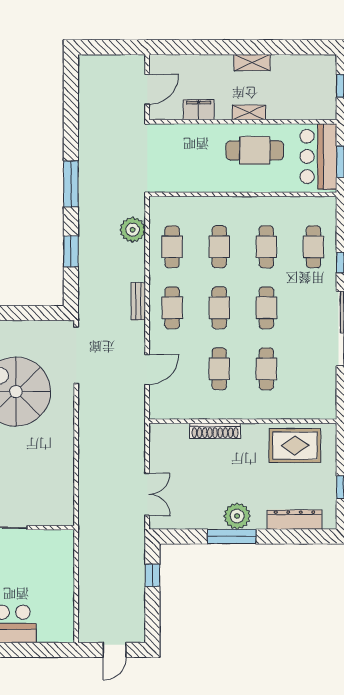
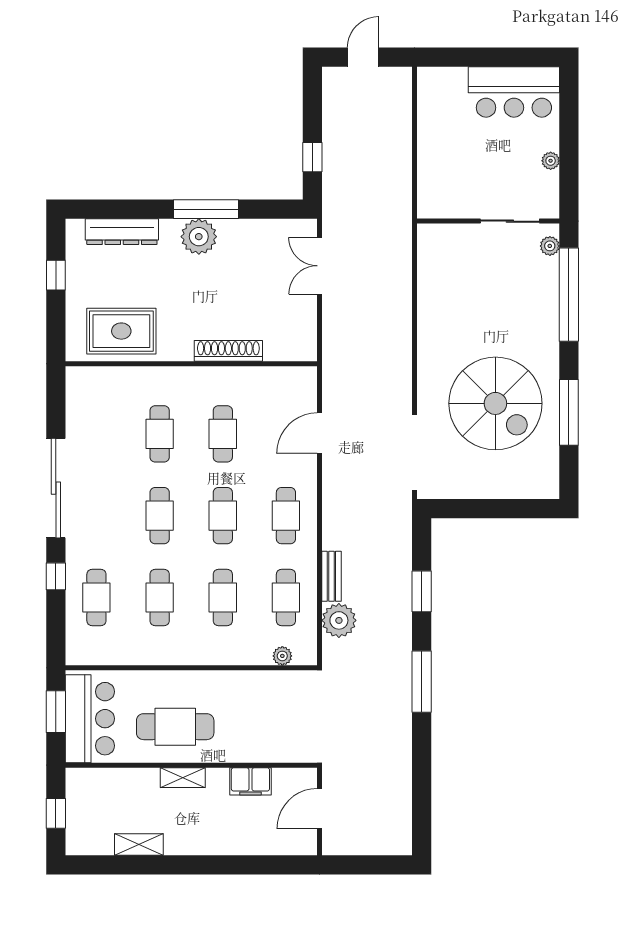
shelving: (252, 63) -> (139, 845), moved
plant: (175, 203) -> (282, 656), added
bench: (138, 301) -> (331, 576), moved

